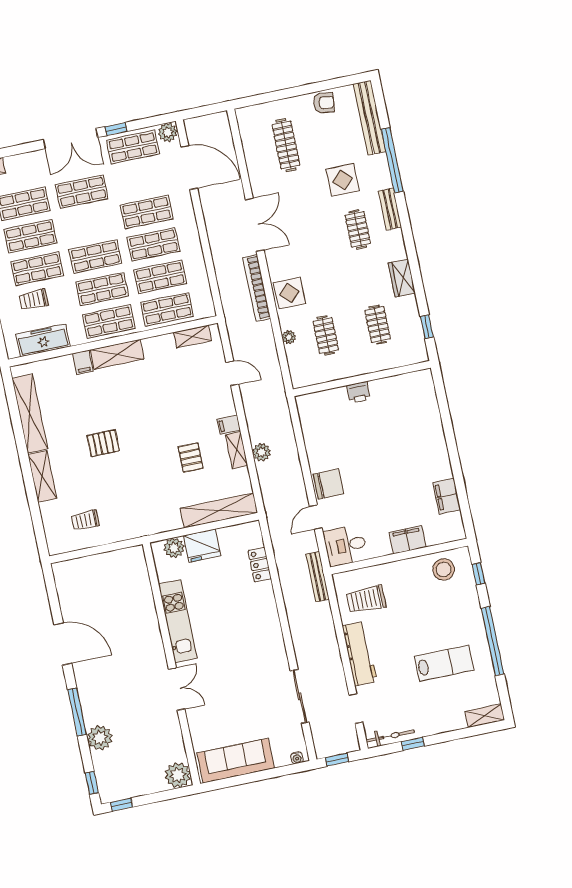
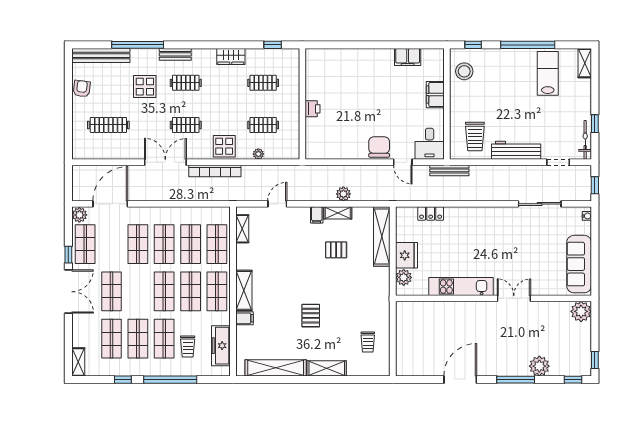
clothes rail: (306, 240) -> (186, 125), added
lab bench: (444, 663) -> (548, 73), moved

